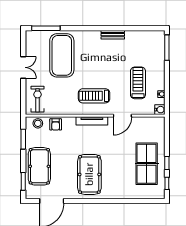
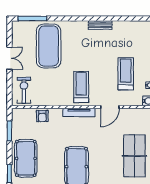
treadmill: (94, 96) -> (81, 87), turned 90
stool: (38, 123) -> (24, 115), removed

